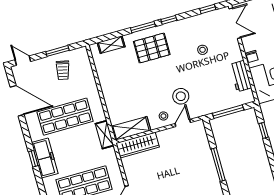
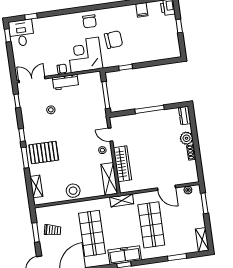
pallet: (152, 48) -> (44, 153), turned 90
workbench: (241, 76) -> (66, 82), moved
stool: (181, 96) -> (73, 191), moved
shelving: (105, 135) -> (122, 200), moved
wardrobe: (138, 145) -> (122, 164), moved

